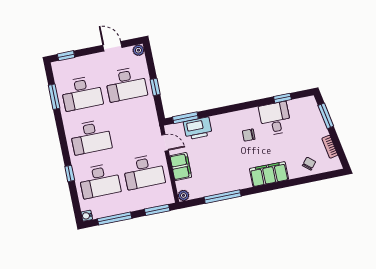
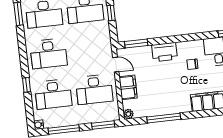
printer: (198, 128) -> (165, 52), moved

